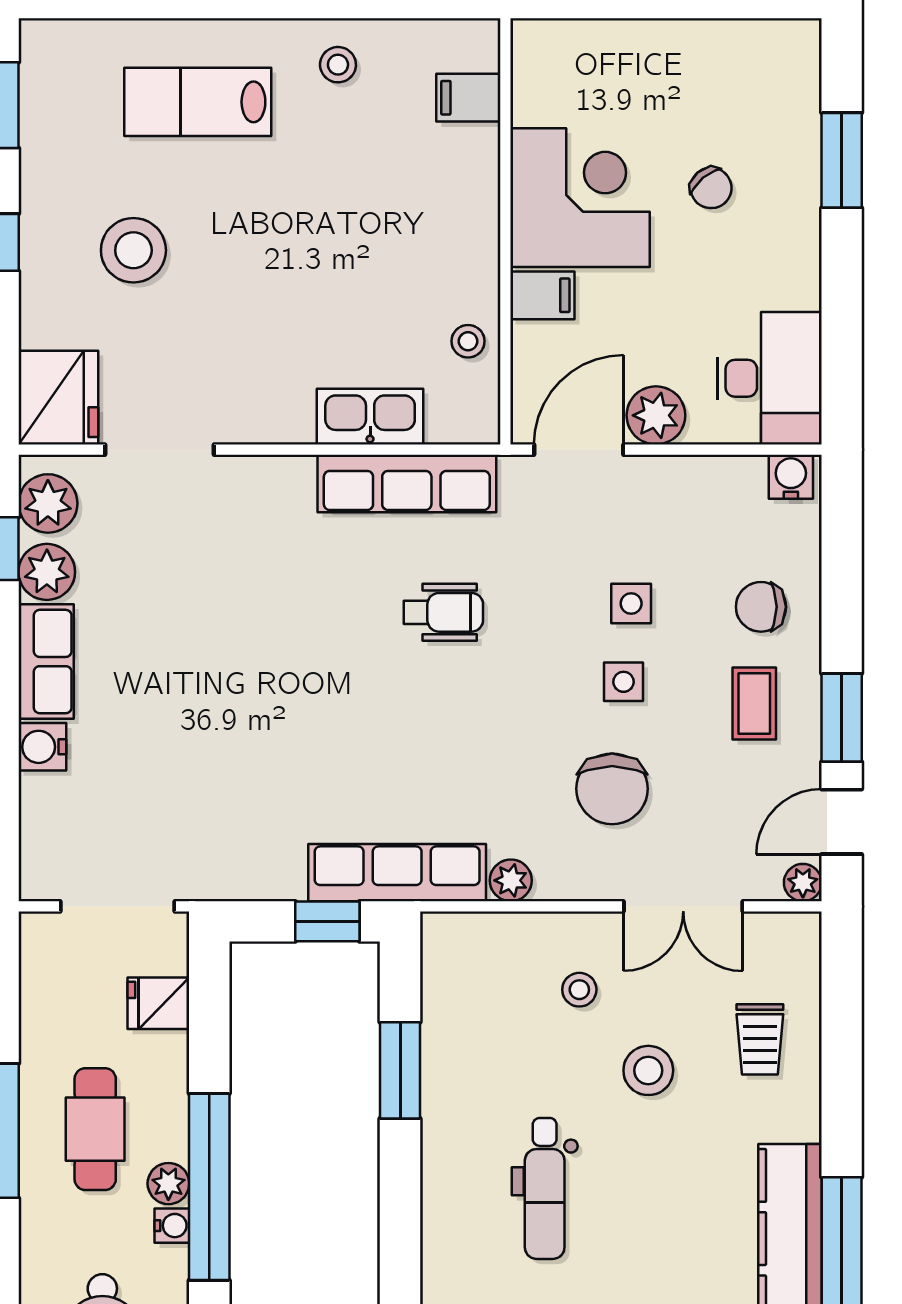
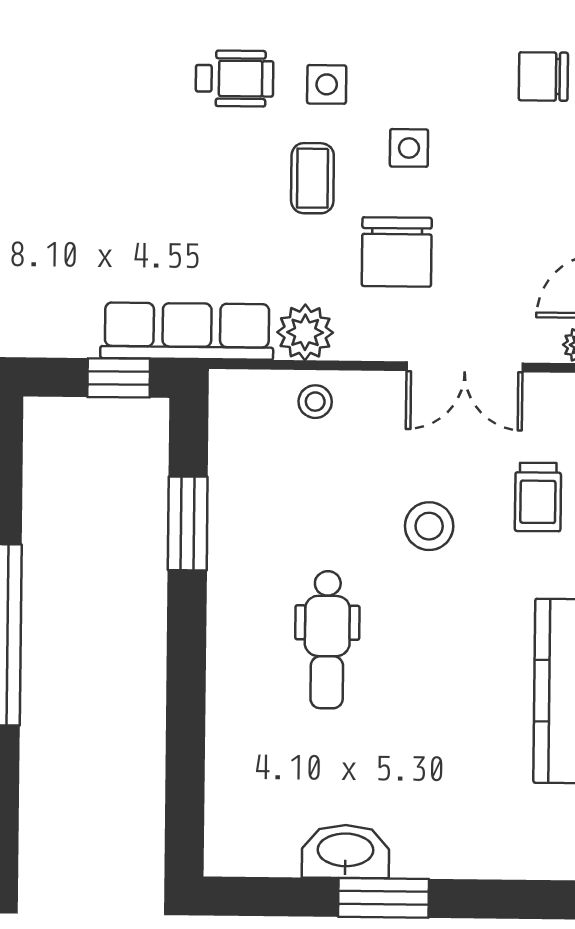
side table: (631, 603) -> (327, 84), moved
coffee table: (754, 703) -> (312, 178), moved
plant: (511, 880) -> (305, 332), width x1.38, depth x1.38
stool: (579, 990) -> (315, 402), moved

